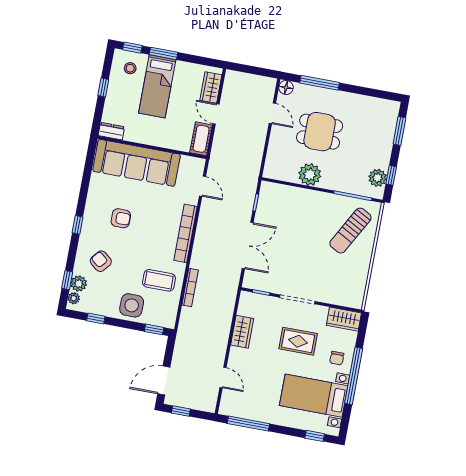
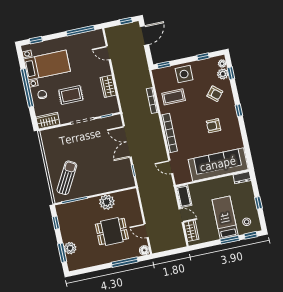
plant: (378, 178) -> (70, 248), moved

